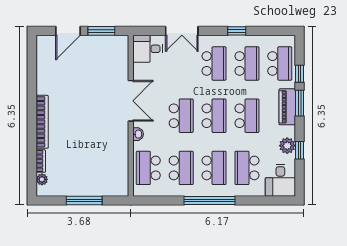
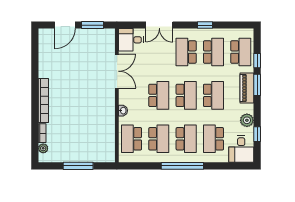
school desk: (214, 63) -> (186, 52), turned 180
double door: (131, 101) -> (117, 71), moved
window: (300, 150) -> (257, 134), moved

